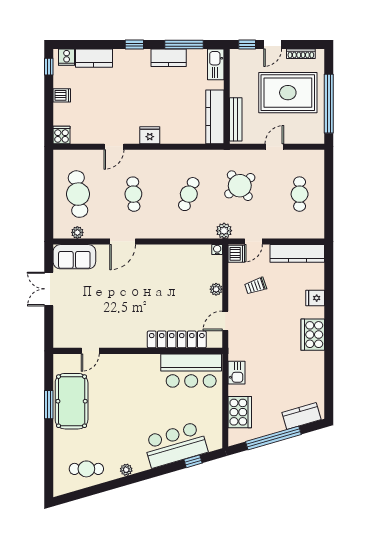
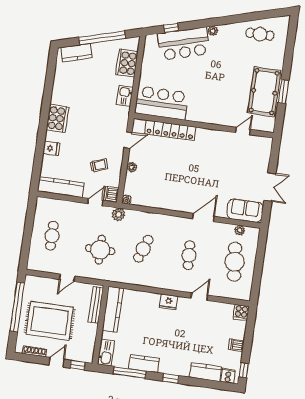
round table: (240, 186) -> (100, 250), turned 37
plant: (126, 470) -> (213, 31), moved

